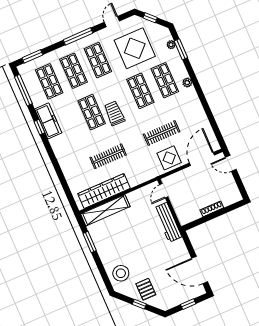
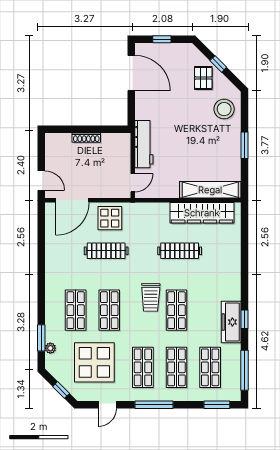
plant: (187, 83) -> (51, 296), removed
window: (90, 242) -> (244, 145), moved

